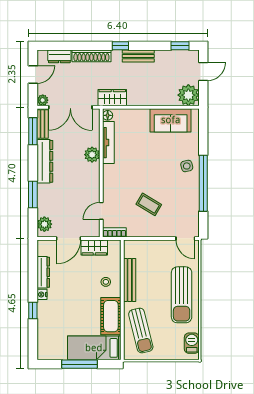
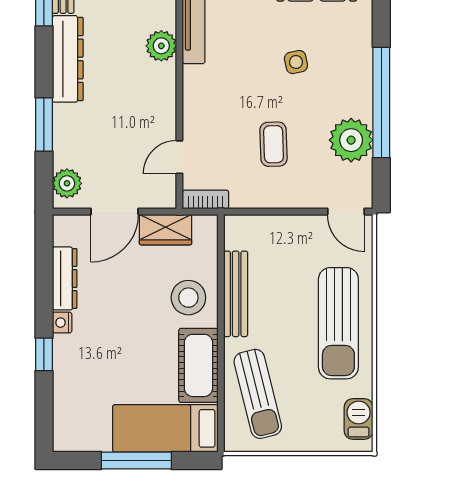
side table: (187, 166) -> (296, 62), moved
plant: (188, 202) -> (351, 140), added
coffee table: (149, 204) -> (273, 144), turned 57
stool: (106, 282) -> (188, 298), width x1.89, depth x1.89

